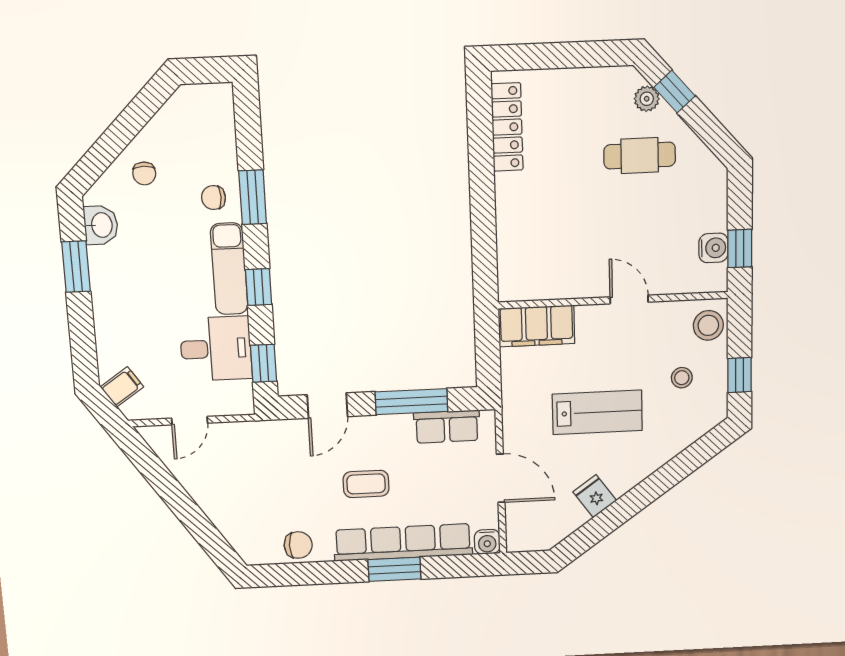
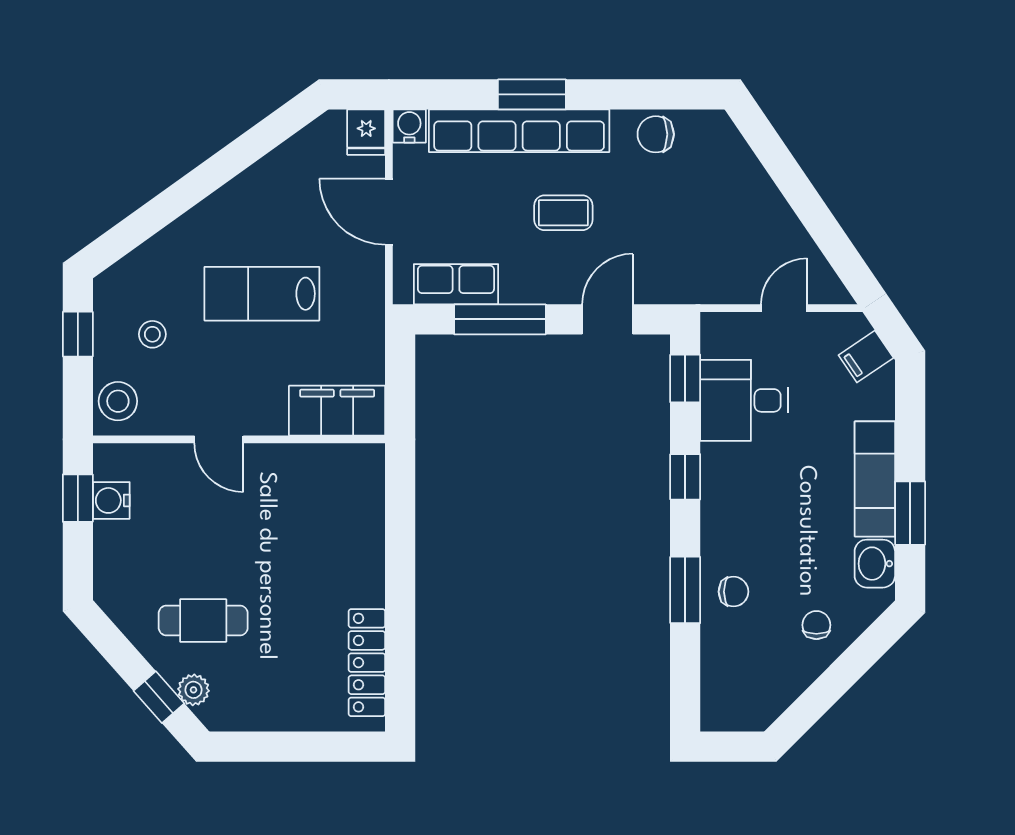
exam couch: (229, 269) -> (875, 479), moved, turned 180
fridge: (595, 496) -> (366, 132), moved, turned 36

